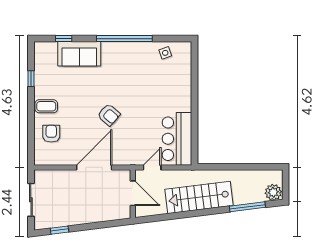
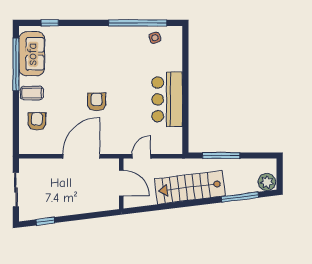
window: (124, 39) -> (138, 23), moved
sofa: (79, 54) -> (32, 54), moved, turned -90
window: (31, 79) -> (16, 64), width x3.17
armchair: (109, 115) -> (97, 102), turned -131
bar counter: (177, 139) -> (167, 99), moved
window: (229, 167) -> (221, 156), added

